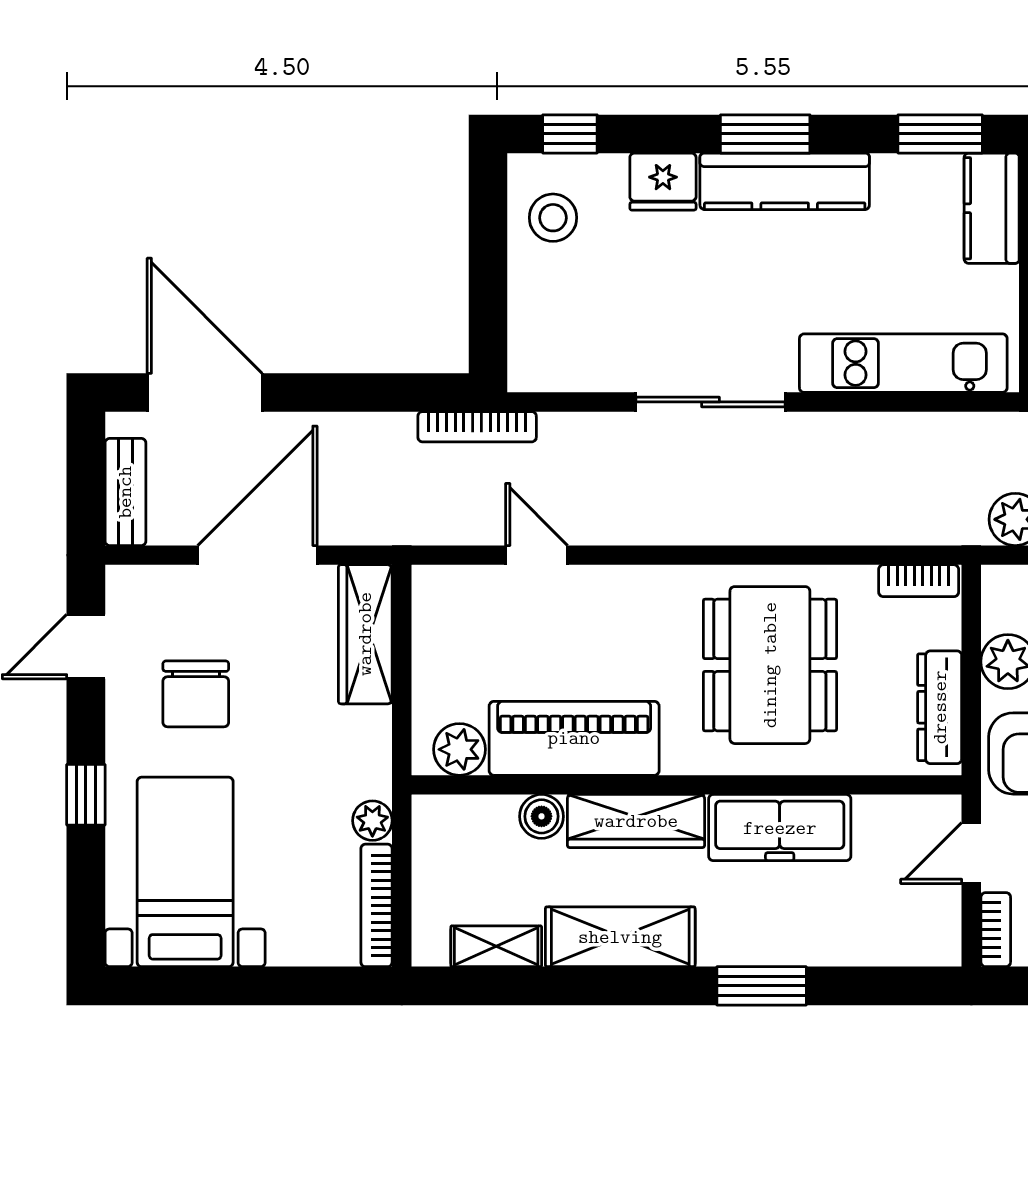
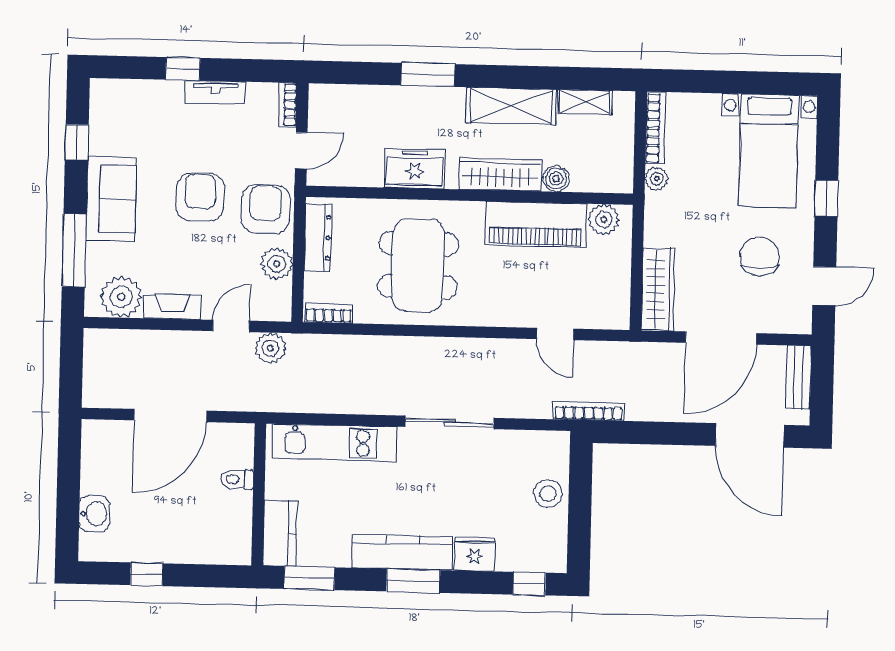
stool: (553, 218) -> (548, 494), moved
freezer: (780, 828) -> (415, 169), width x0.71

